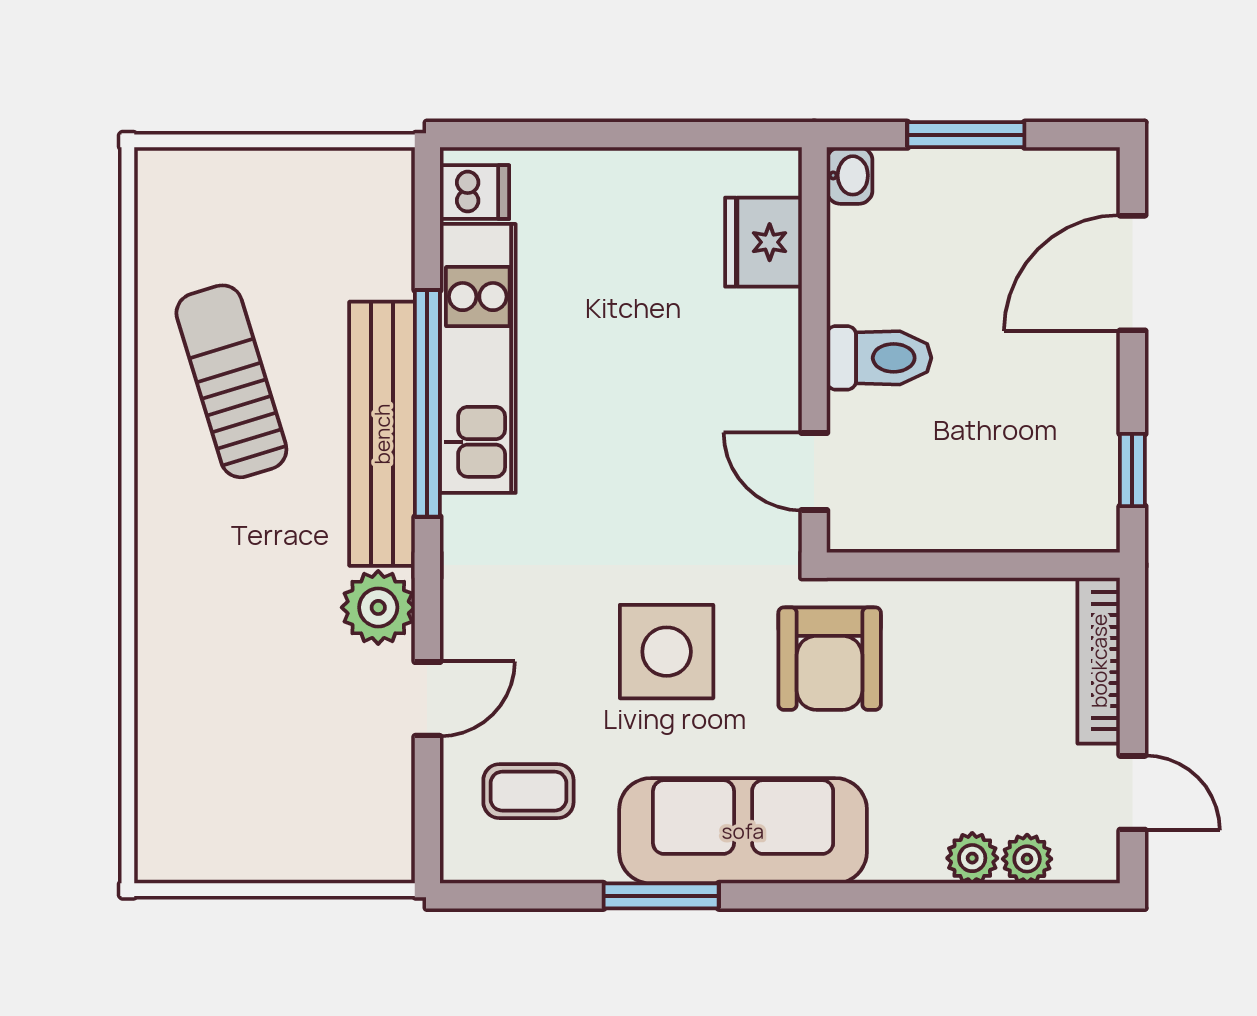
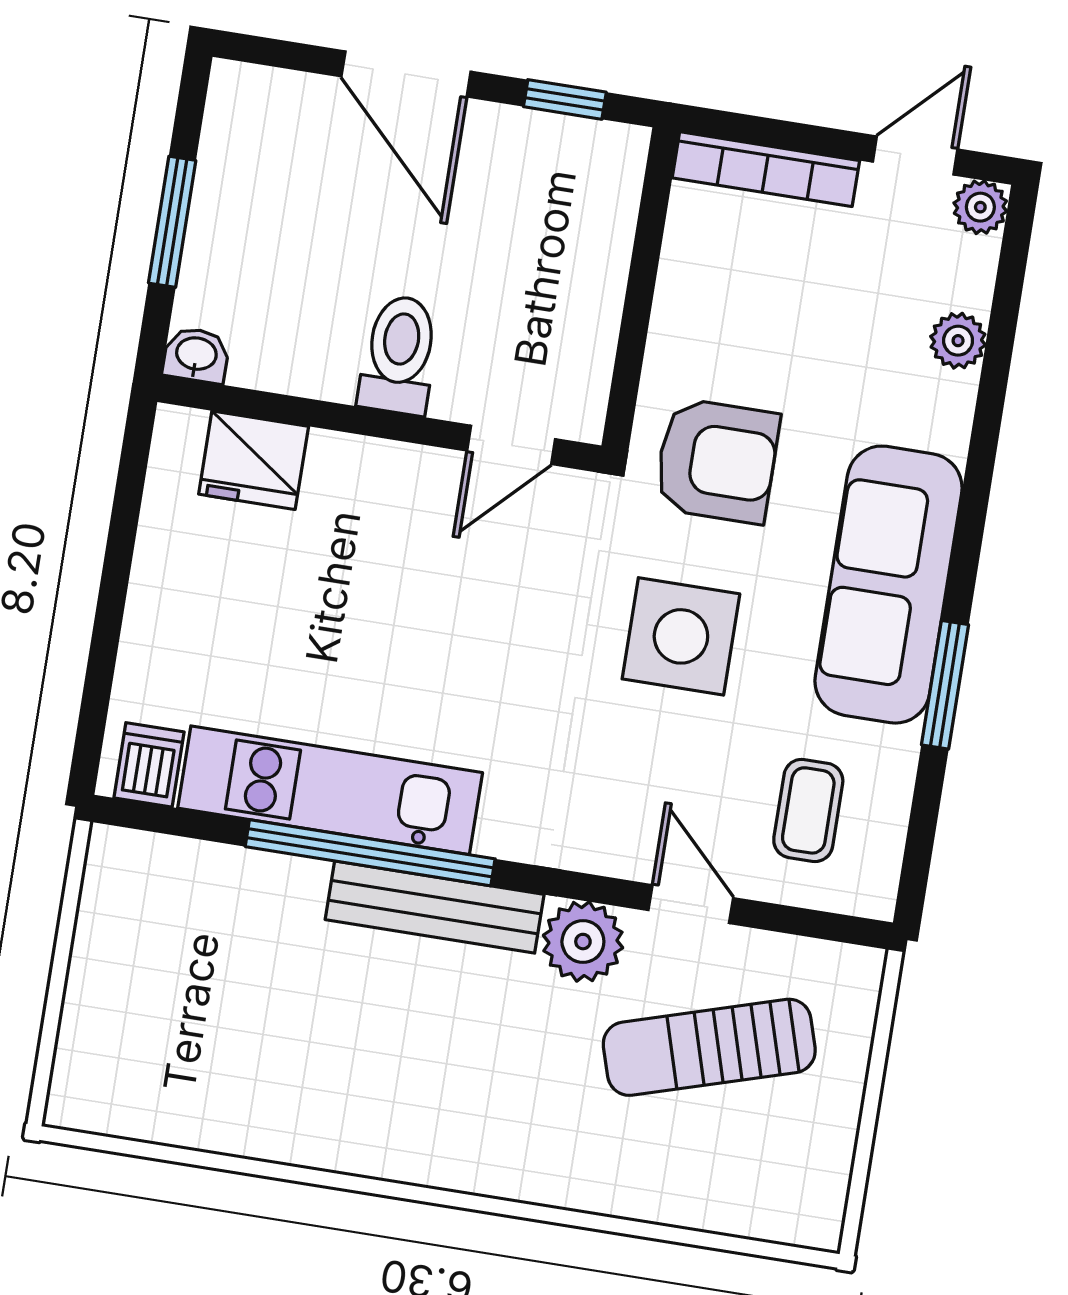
door: (1132, 273) -> (406, 74), moved
sun lounger: (231, 381) -> (709, 1047), moved
bench: (382, 434) -> (435, 907), width x0.73, depth x0.82
plant: (1027, 859) -> (980, 207), moved

